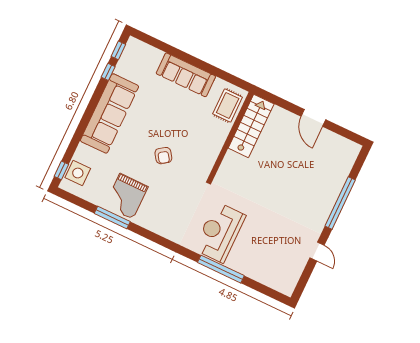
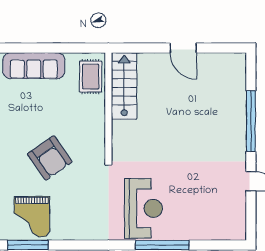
armchair: (163, 156) -> (50, 158), width x1.88, depth x1.88
reception desk: (220, 232) -> (143, 208), turned 180

